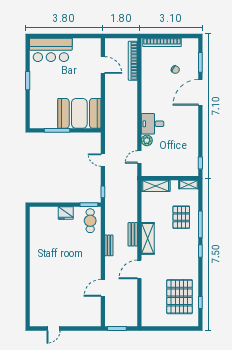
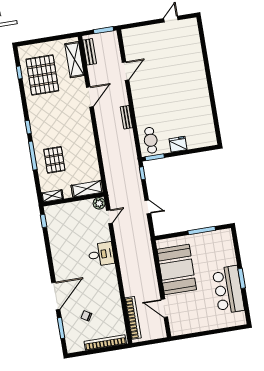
bar counter: (51, 50) -> (228, 290), moved, turned -90
booth: (79, 113) -> (177, 270), moved, turned 90
plant: (147, 140) -> (99, 203), moved
bench: (133, 234) -> (90, 52), moved
shelving: (148, 238) -> (74, 60), moved

